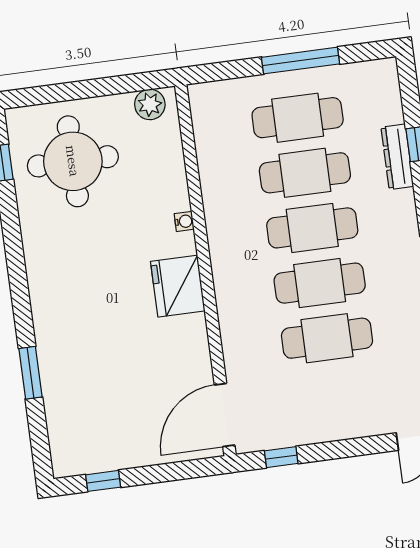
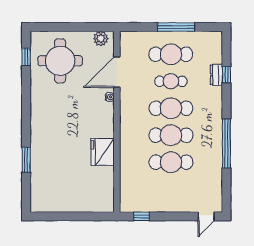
dresser: (397, 157) -> (216, 75), width x0.70
cafe table: (305, 173) -> (171, 81), width x0.73, depth x0.74
fridge: (178, 286) -> (103, 152), moved
door: (225, 415) -> (117, 72), moved
window: (103, 481) -> (54, 216), removed

